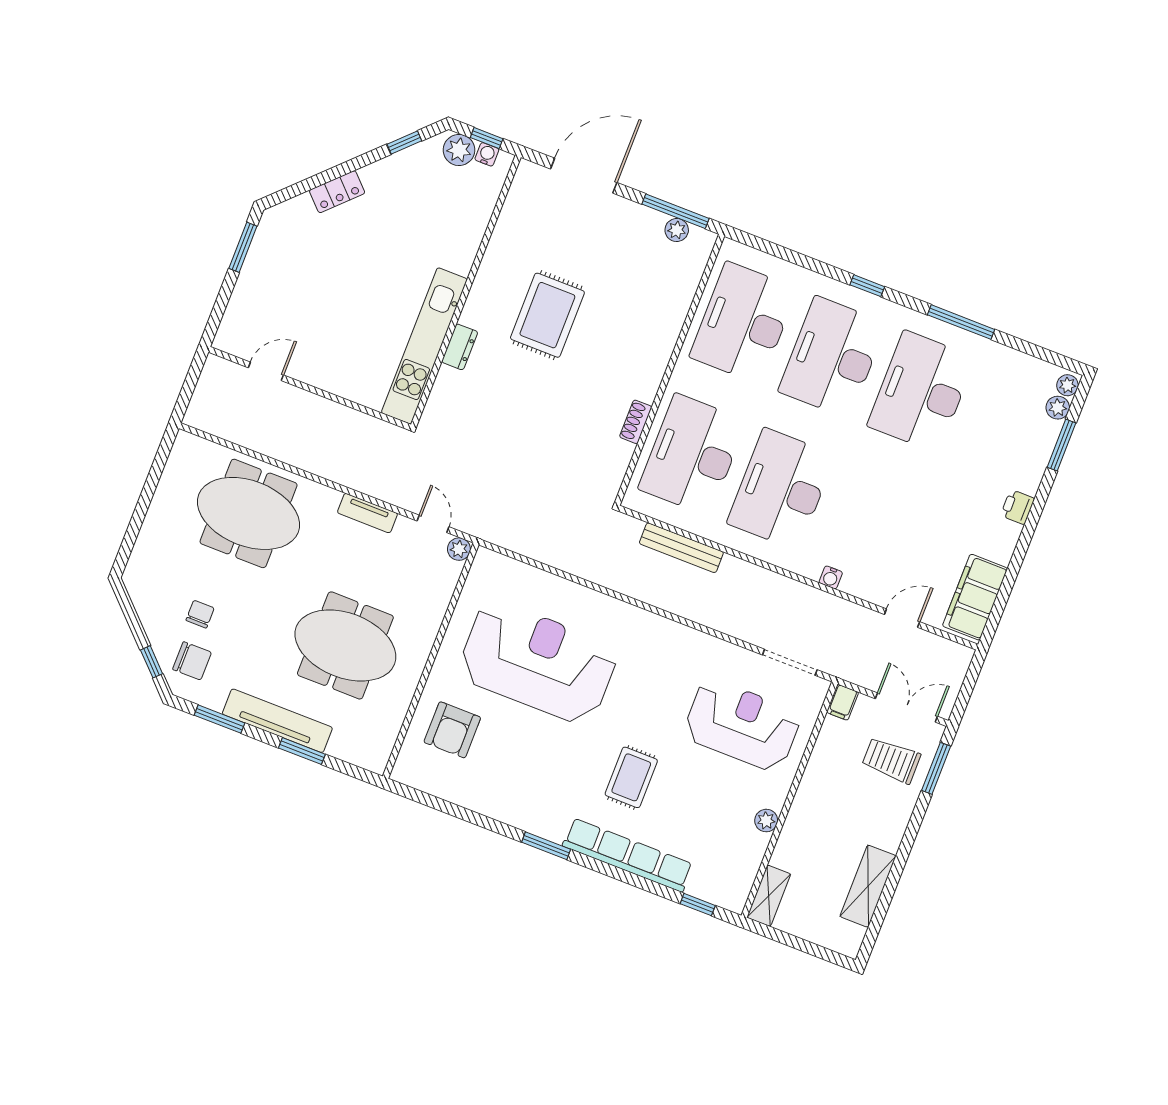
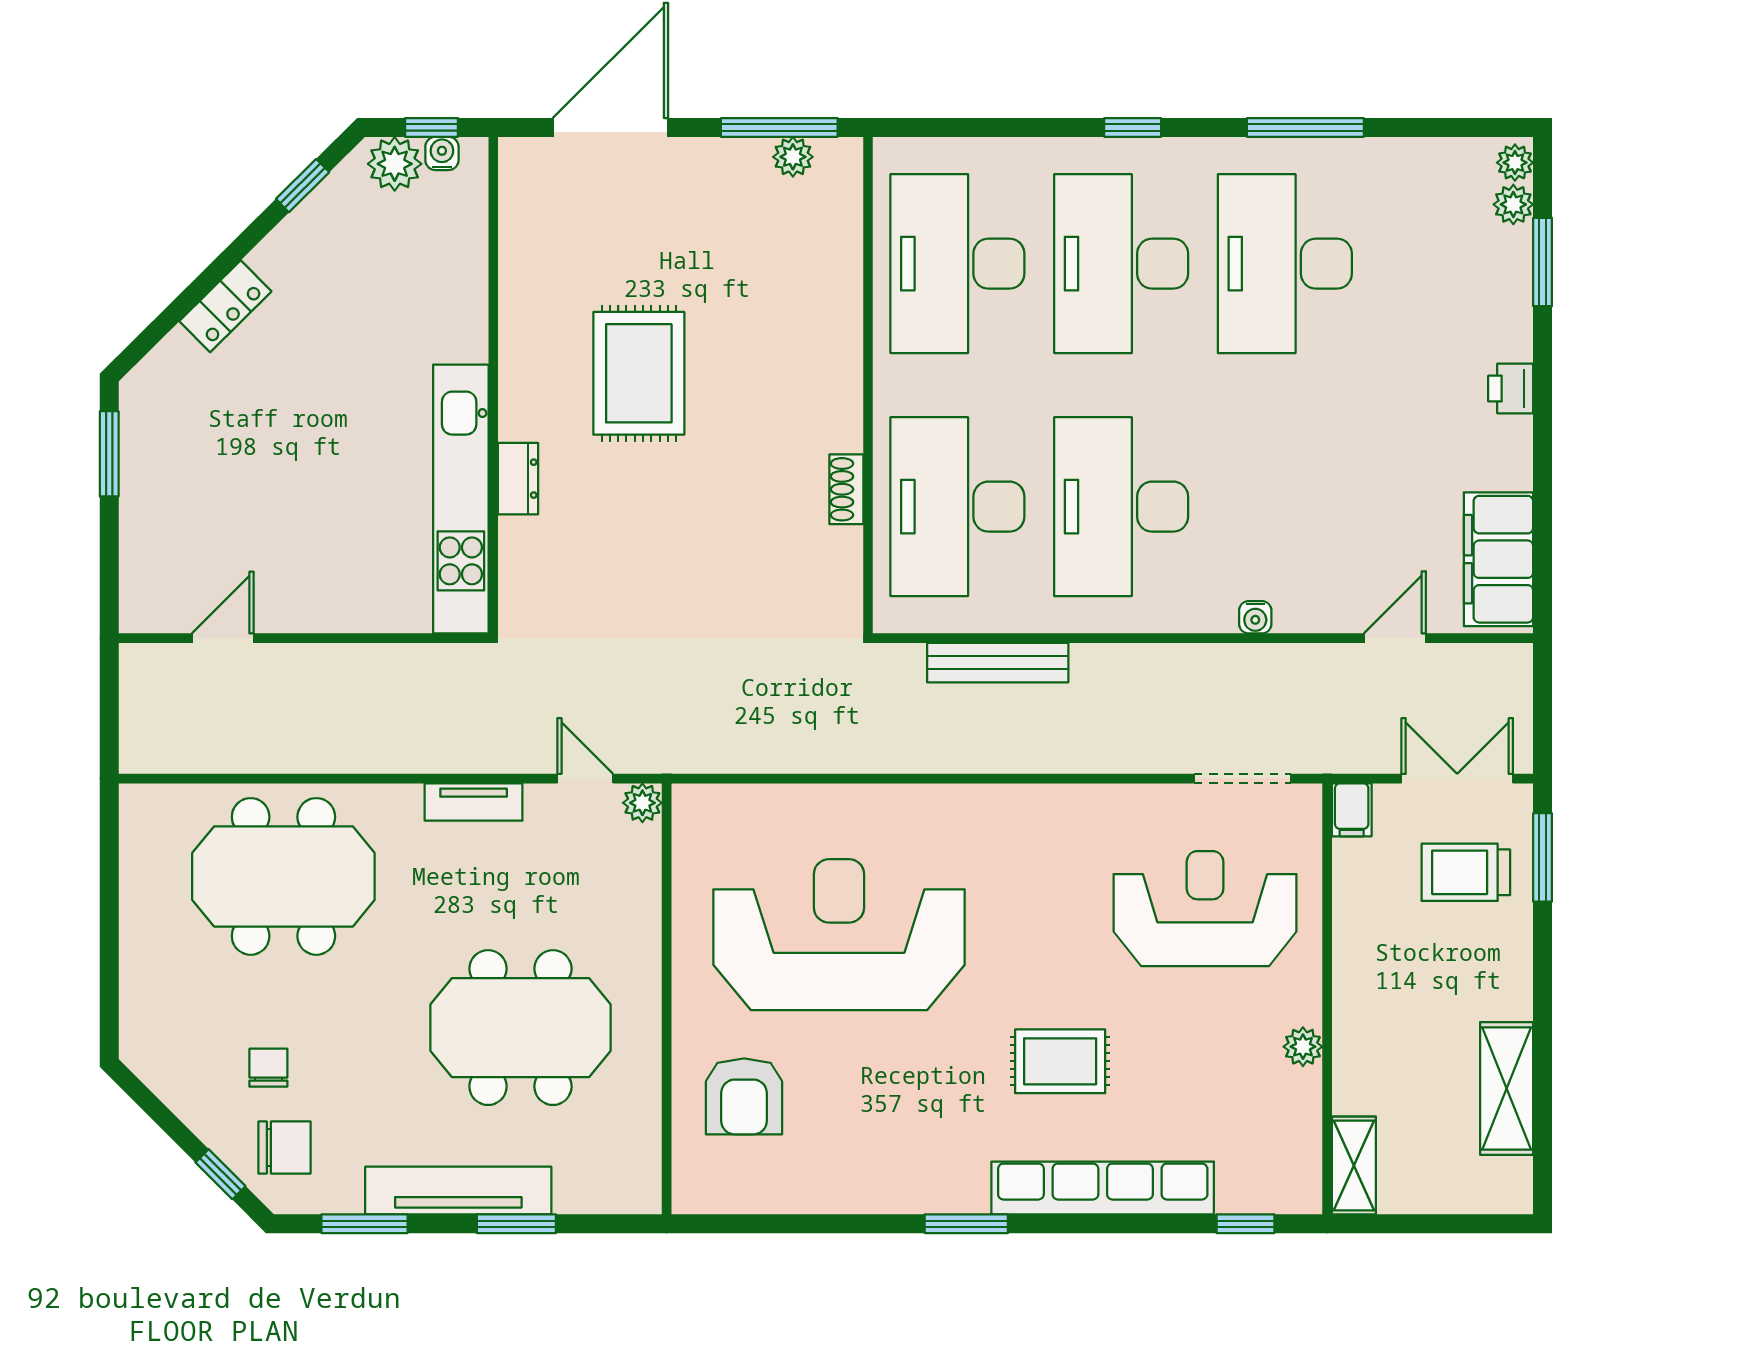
rug: (631, 777) -> (1060, 1061), turned 90

